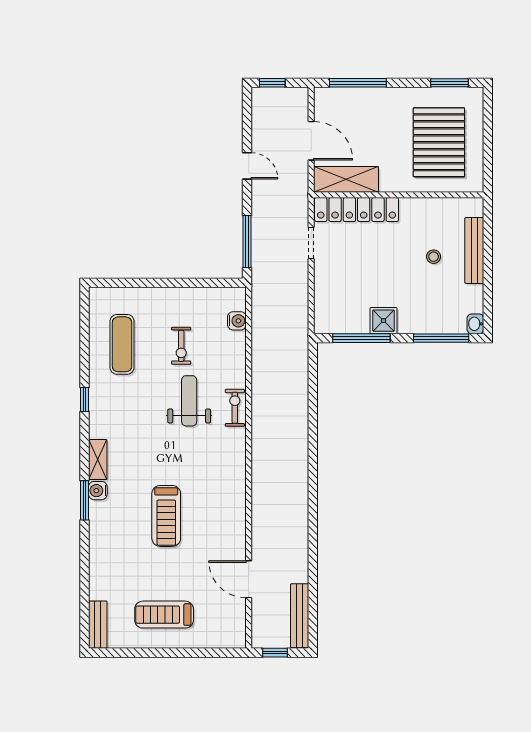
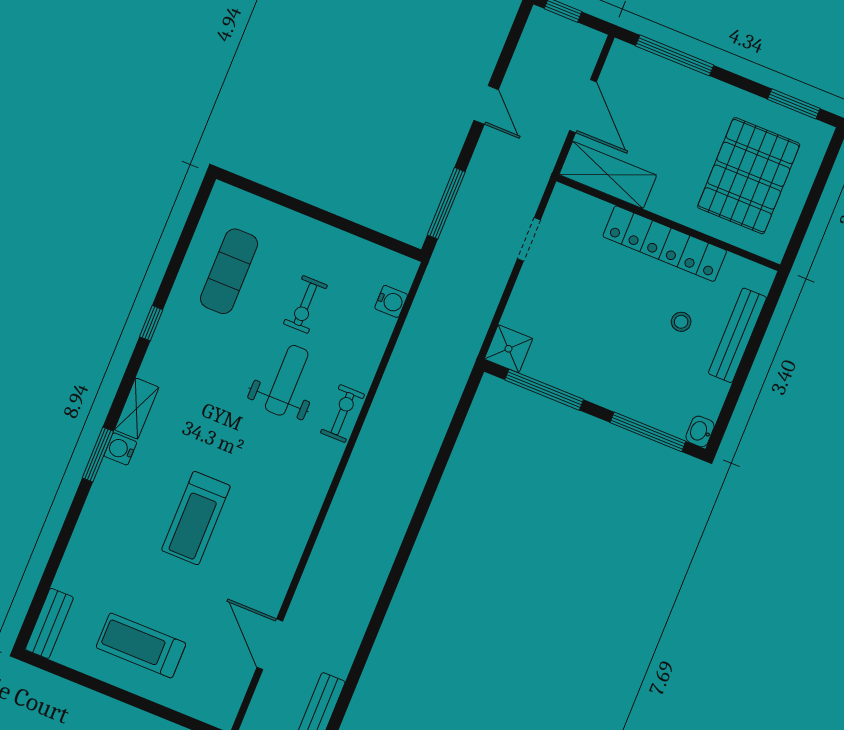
locker: (357, 209) -> (665, 244), moved
shower: (384, 321) -> (509, 349), moved

